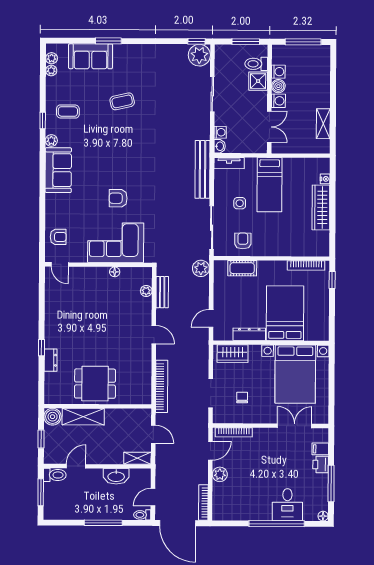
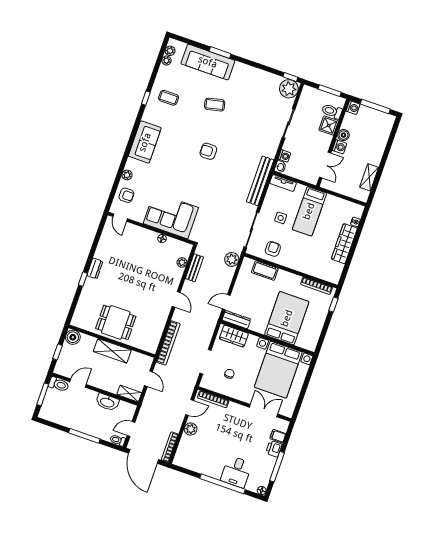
sofa: (91, 56) -> (208, 62), width x1.36
washing machine: (278, 72) -> (353, 108), moved
plant: (51, 141) -> (127, 175), moved
armchair: (118, 198) -> (208, 151), moved
dresser: (249, 334) -> (236, 320), moved
dresser: (51, 360) -> (95, 268), moved
shelving: (83, 417) -> (112, 351), moved

